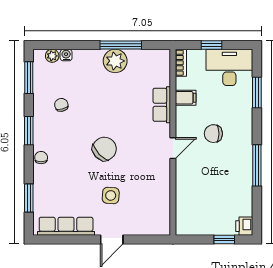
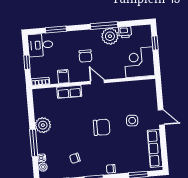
window: (121, 45) -> (34, 143), moved
desk: (229, 67) -> (40, 45), width x0.73
chair: (104, 149) -> (102, 127), turned 133
plant: (240, 173) -> (110, 36), added
corner desk: (197, 214) -> (139, 62), added
printer: (244, 226) -> (125, 32), moved

